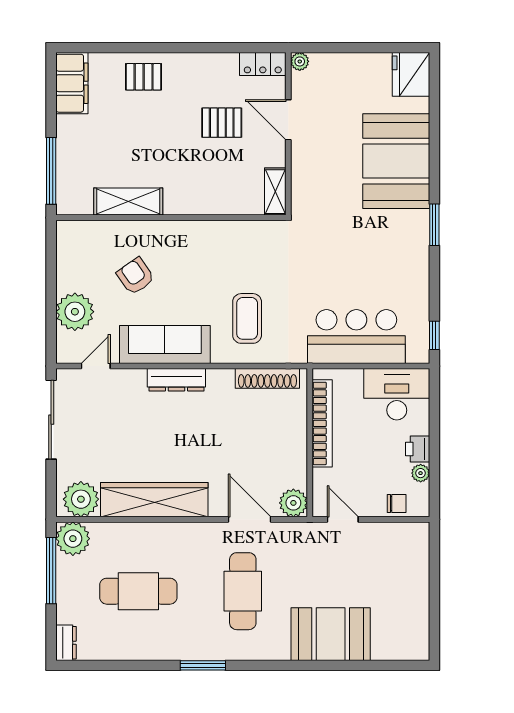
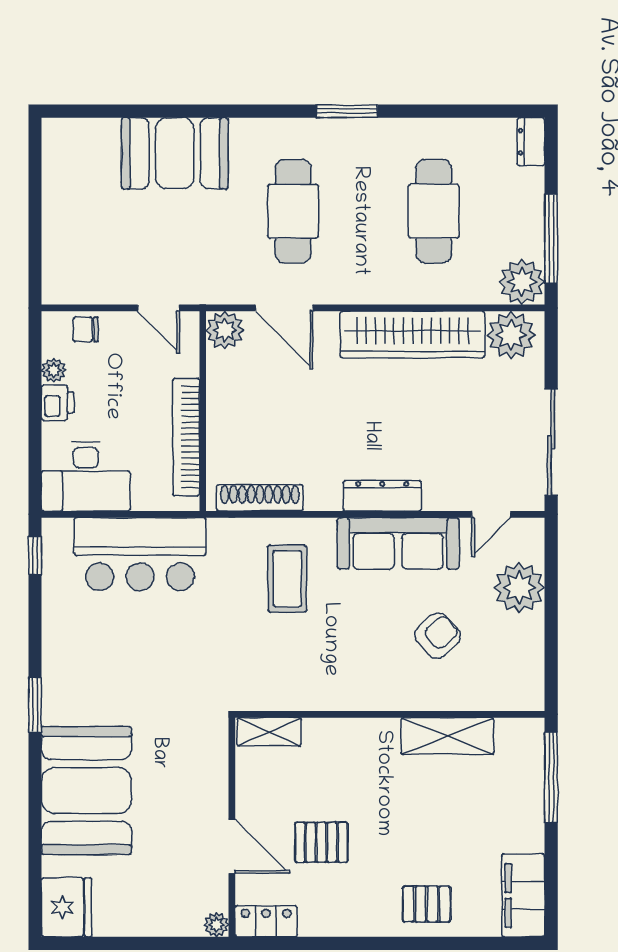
shelving: (275, 192) -> (269, 732), moved, turned 90
armchair: (135, 276) -> (438, 636), turned -97
cafe table: (138, 591) -> (434, 211), turned 90

